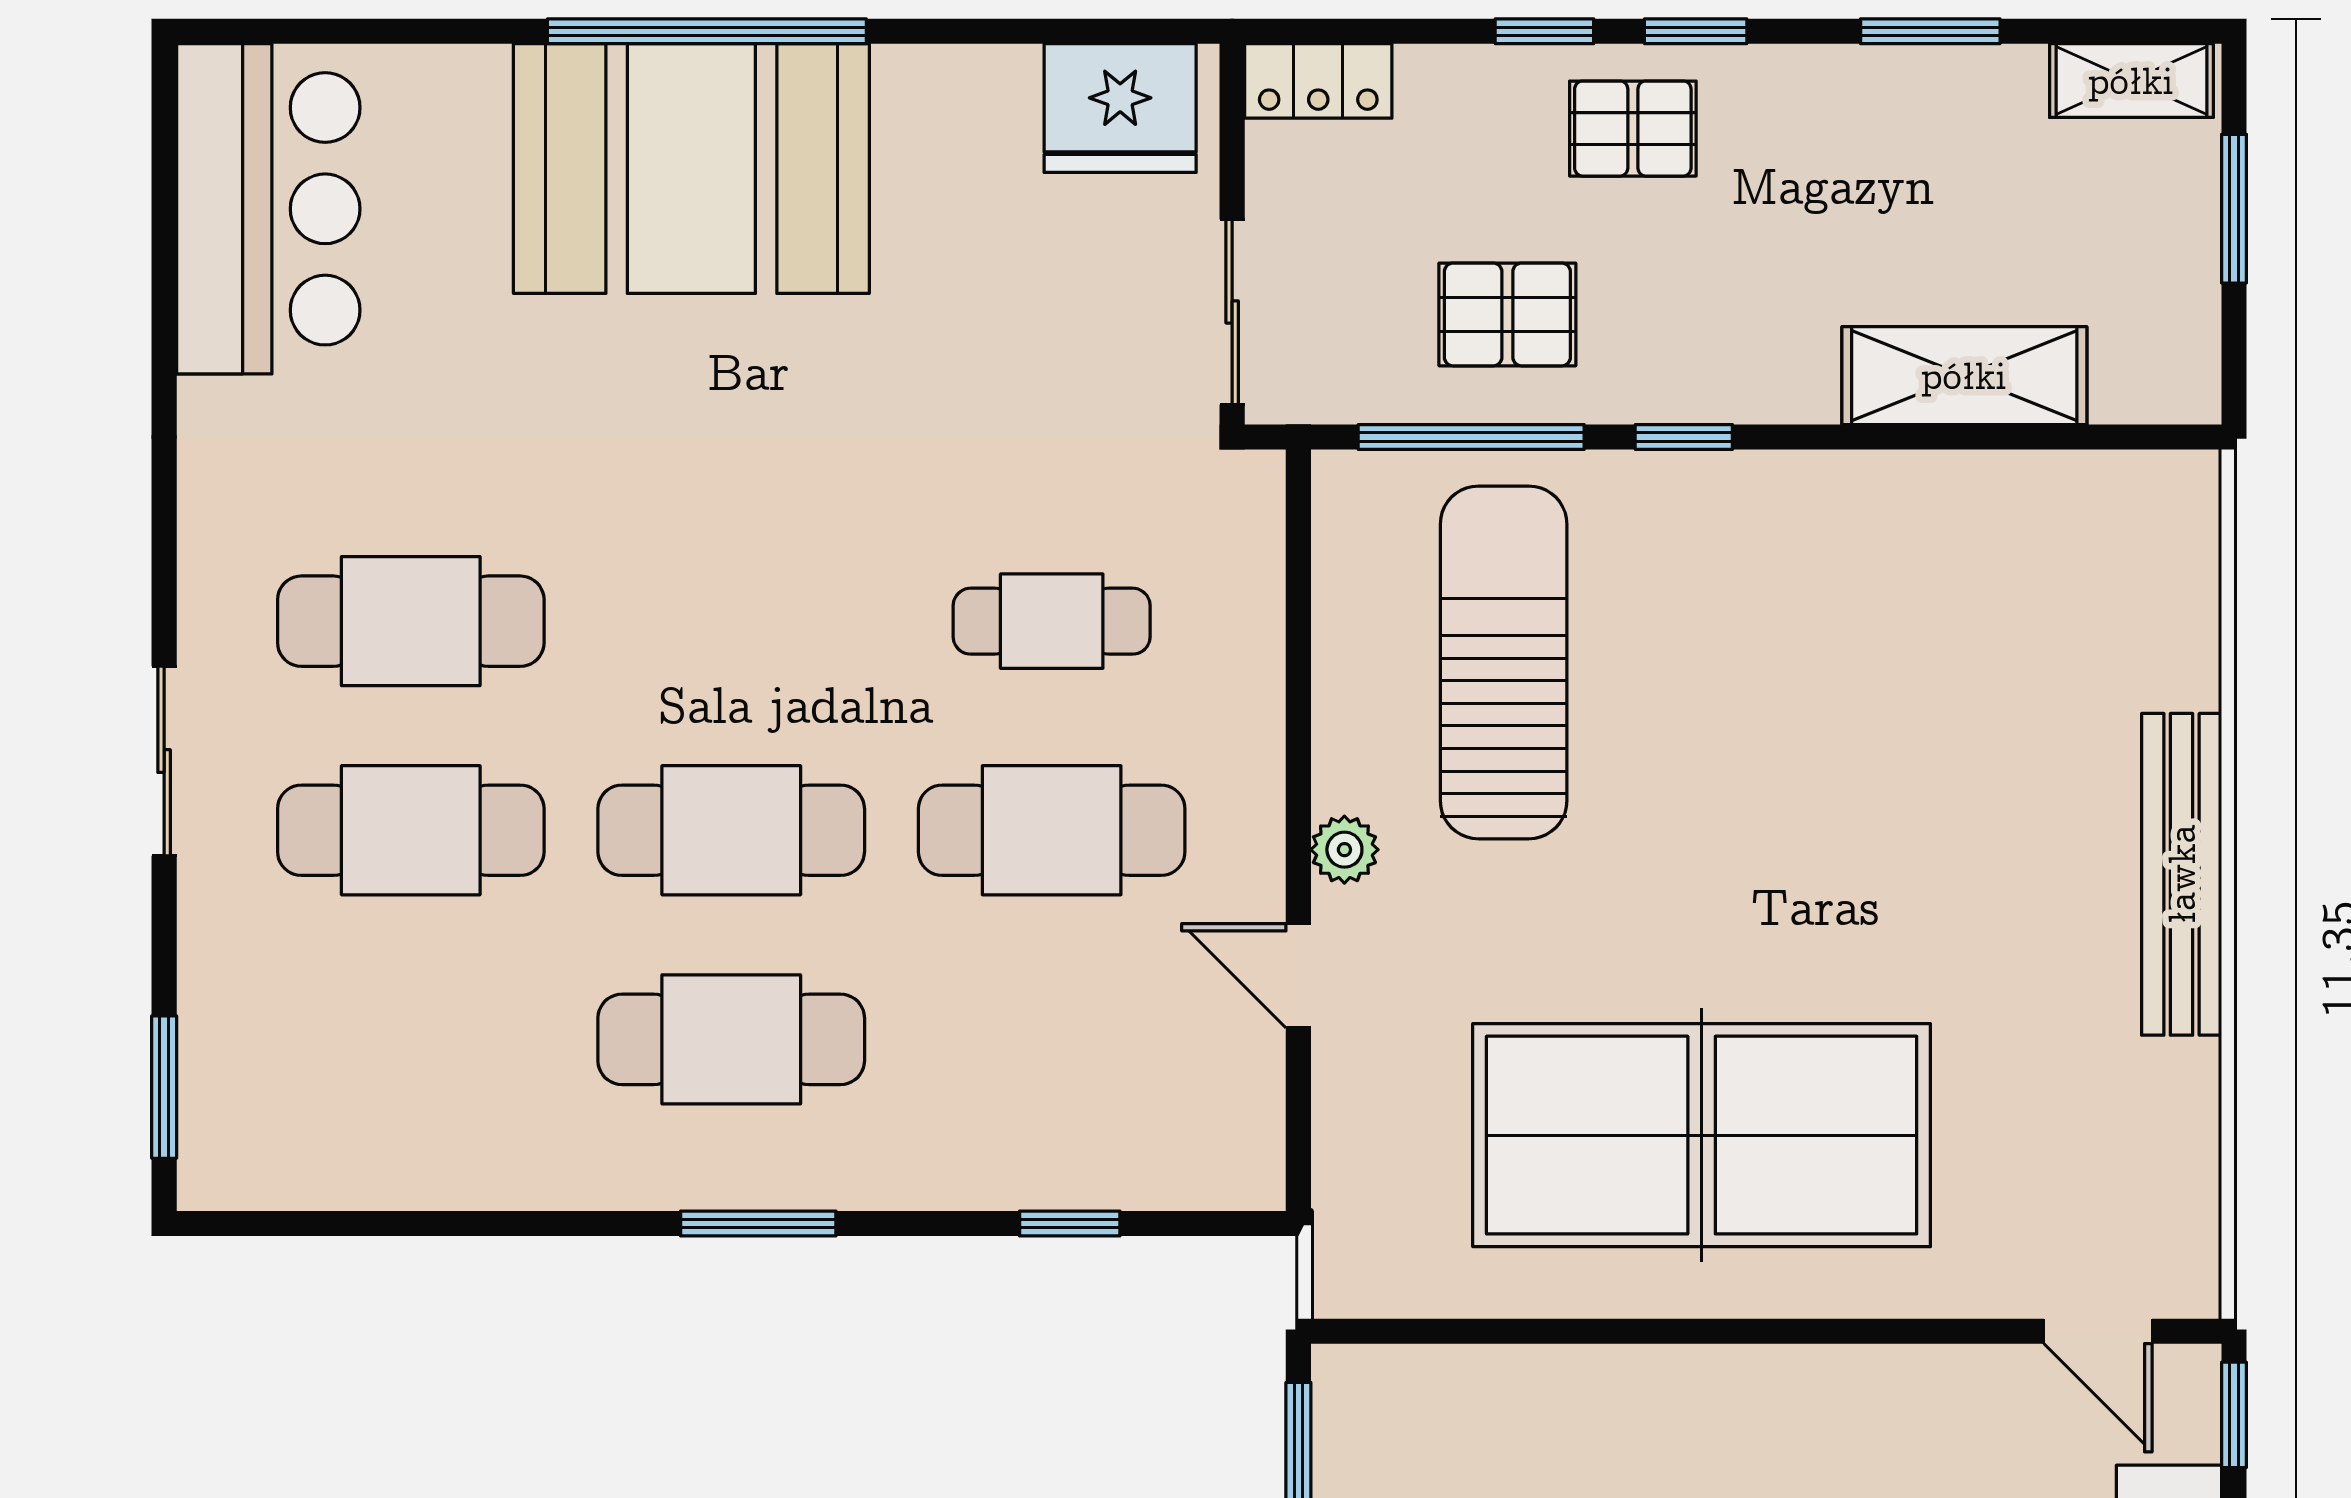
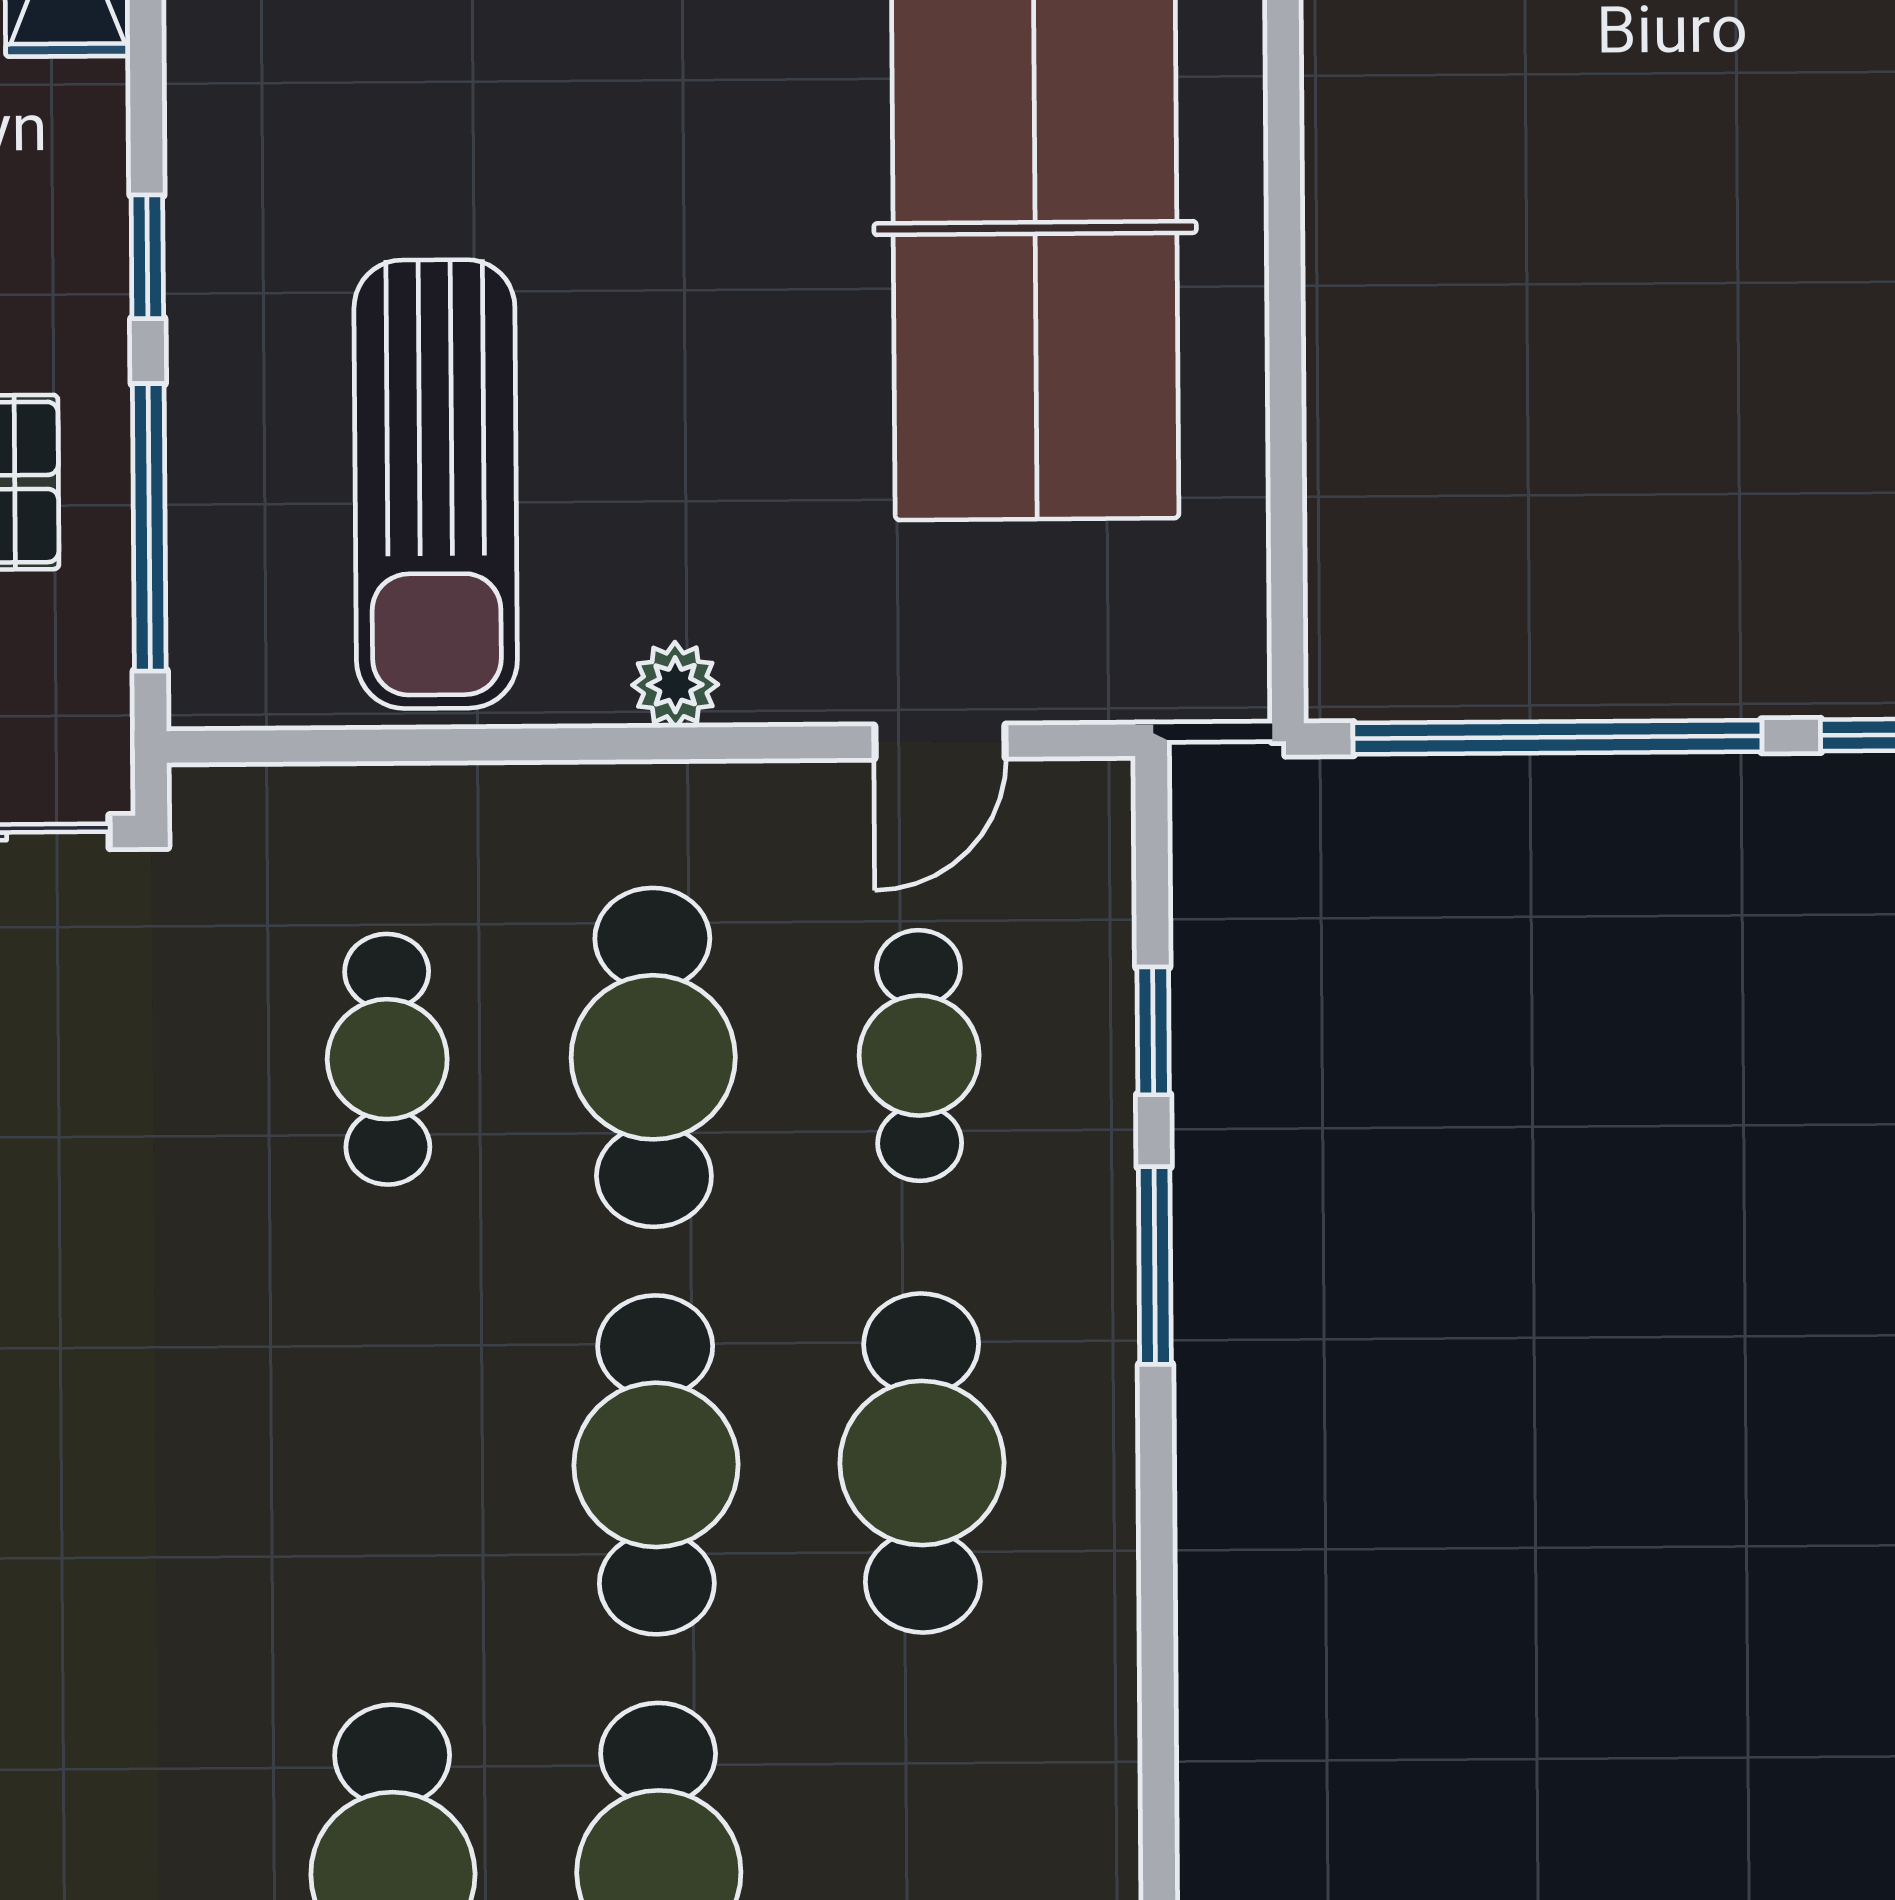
sun lounger: (1504, 662) -> (436, 484), turned -90
door: (1298, 976) -> (940, 742), moved
cafe table: (1052, 1039) -> (919, 1055), added
window: (758, 1224) -> (1155, 1265), moved

